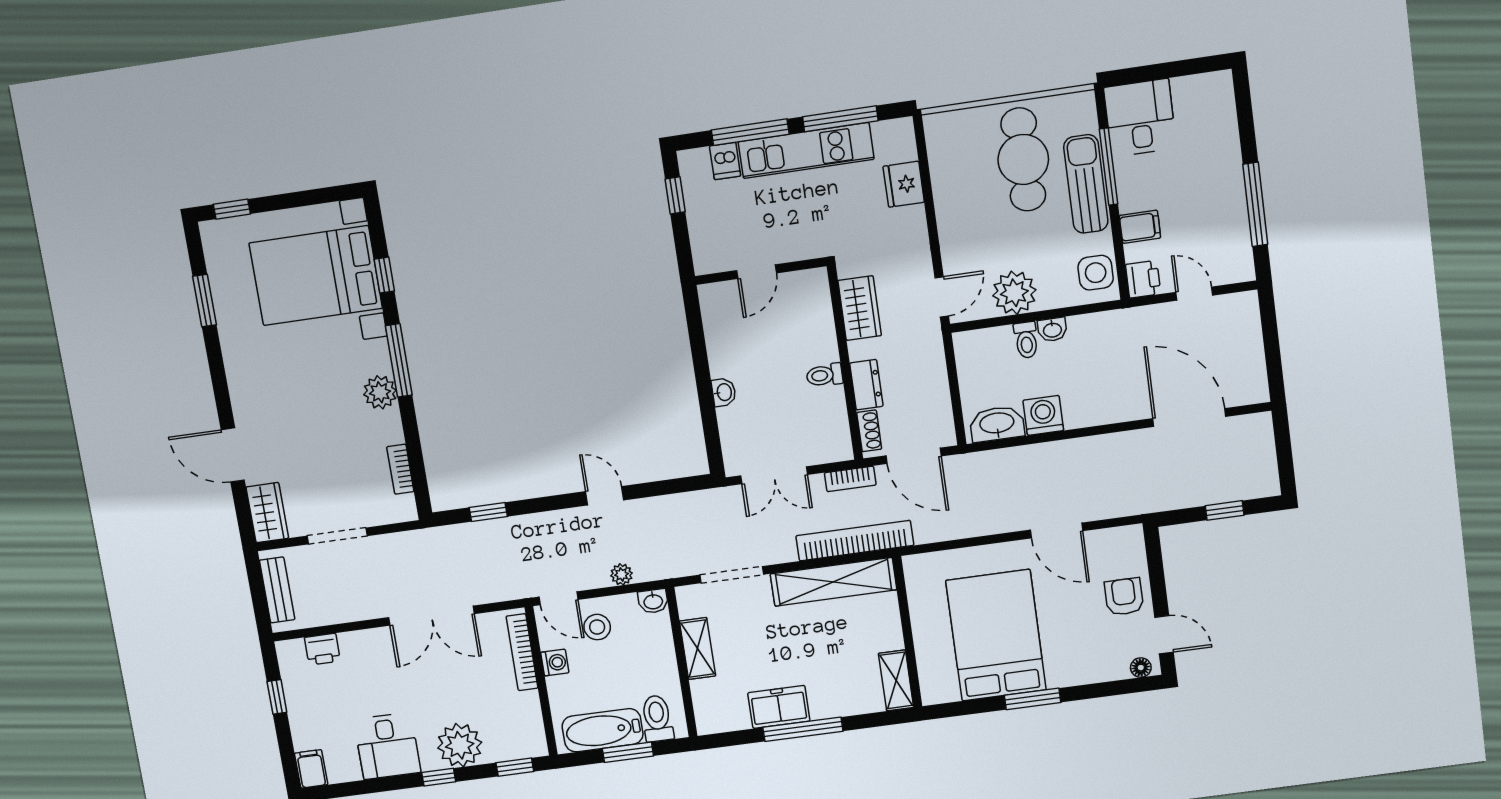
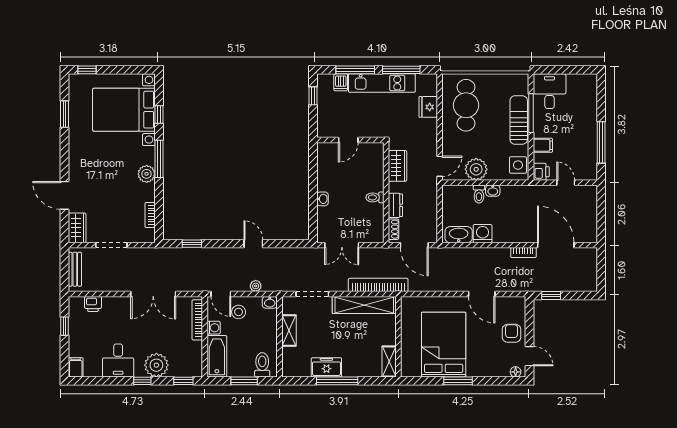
cafe table: (1023, 159) -> (466, 105), moved
bookcase: (850, 479) -> (523, 253), moved
window: (1225, 510) -> (551, 296), moved
bathtub: (603, 730) -> (217, 356), moved, turned 90

